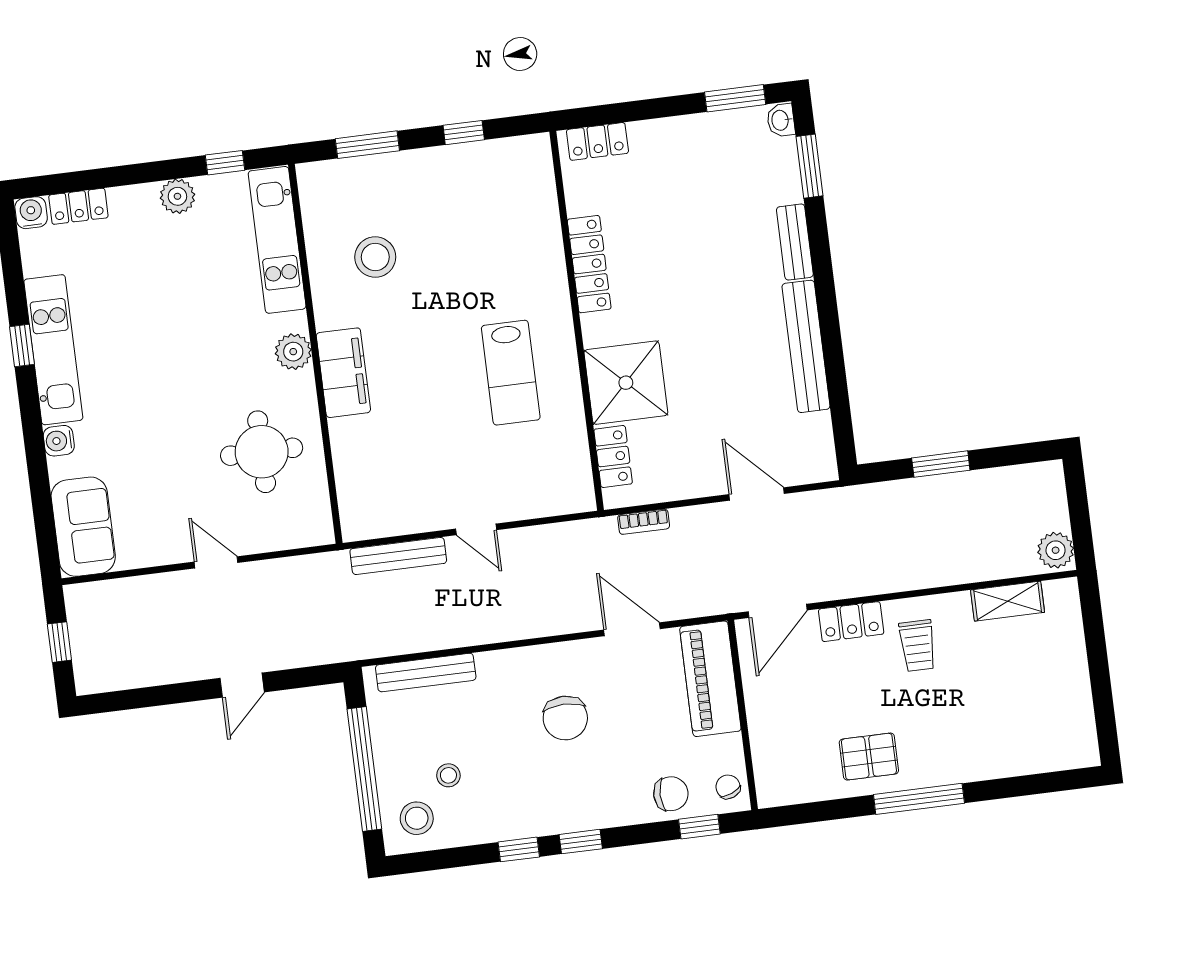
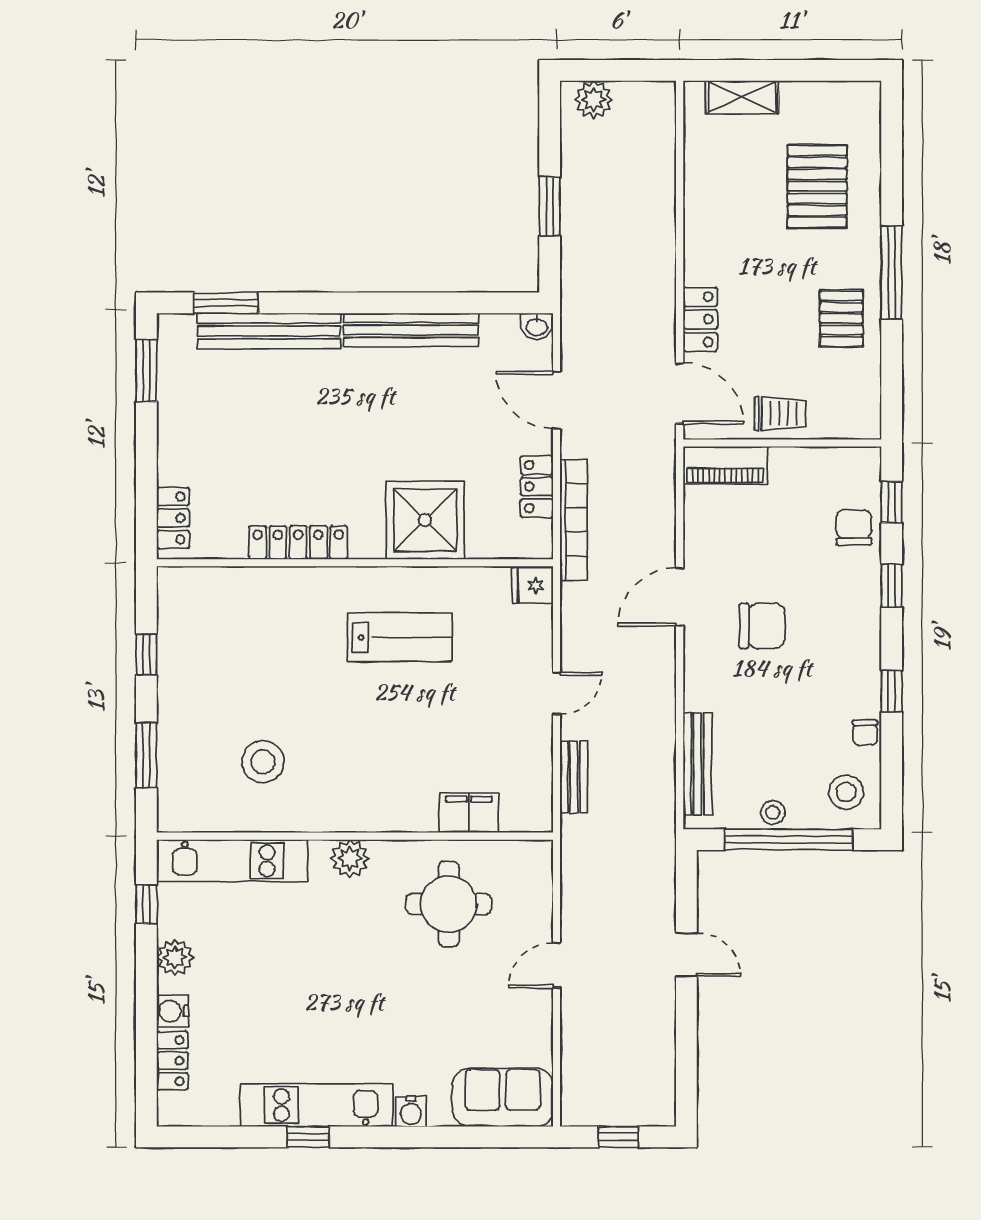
washbasin: (781, 120) -> (537, 327), moved
water cooler: (31, 213) -> (173, 1011), moved
bench: (795, 242) -> (269, 331), width x1.86, depth x1.21
filing cabinet: (343, 373) -> (469, 813), moved, width x0.67, depth x0.86
locker: (613, 457) -> (537, 487), moved, turned -90
fridge: (576, 493) -> (532, 585), added
door: (757, 494) -> (557, 400), hinge flipped
bookcase: (644, 522) -> (574, 520), width x2.31, depth x1.31
plant: (1056, 550) -> (593, 100), moved
bench: (398, 556) -> (574, 777), width x0.73
shelving: (1008, 601) -> (742, 97), moved, turned 90
door: (632, 629) -> (680, 597), moved
trolley: (918, 646) -> (780, 413), moved
piano: (710, 679) -> (725, 465), width x0.73, depth x0.75
pallet: (992, 717) -> (817, 186), added
stool: (448, 775) -> (773, 812), moved
chair: (728, 787) -> (865, 733), moved, turned -68
window: (581, 842) -> (892, 586), moved

